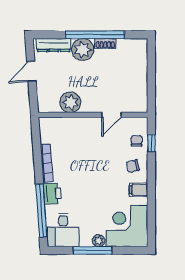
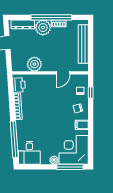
bench: (141, 73) -> (83, 44), added
printer: (52, 194) -> (19, 85), moved
window: (93, 250) -> (70, 167), moved

